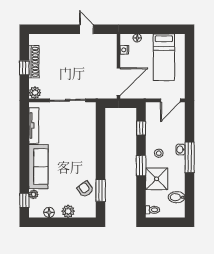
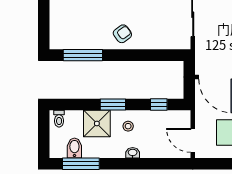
window: (190, 157) -> (81, 164), moved
armchair: (85, 189) -> (122, 34), moved
window: (101, 190) -> (83, 55), width x1.44
plant: (68, 211) -> (57, 16), removed

